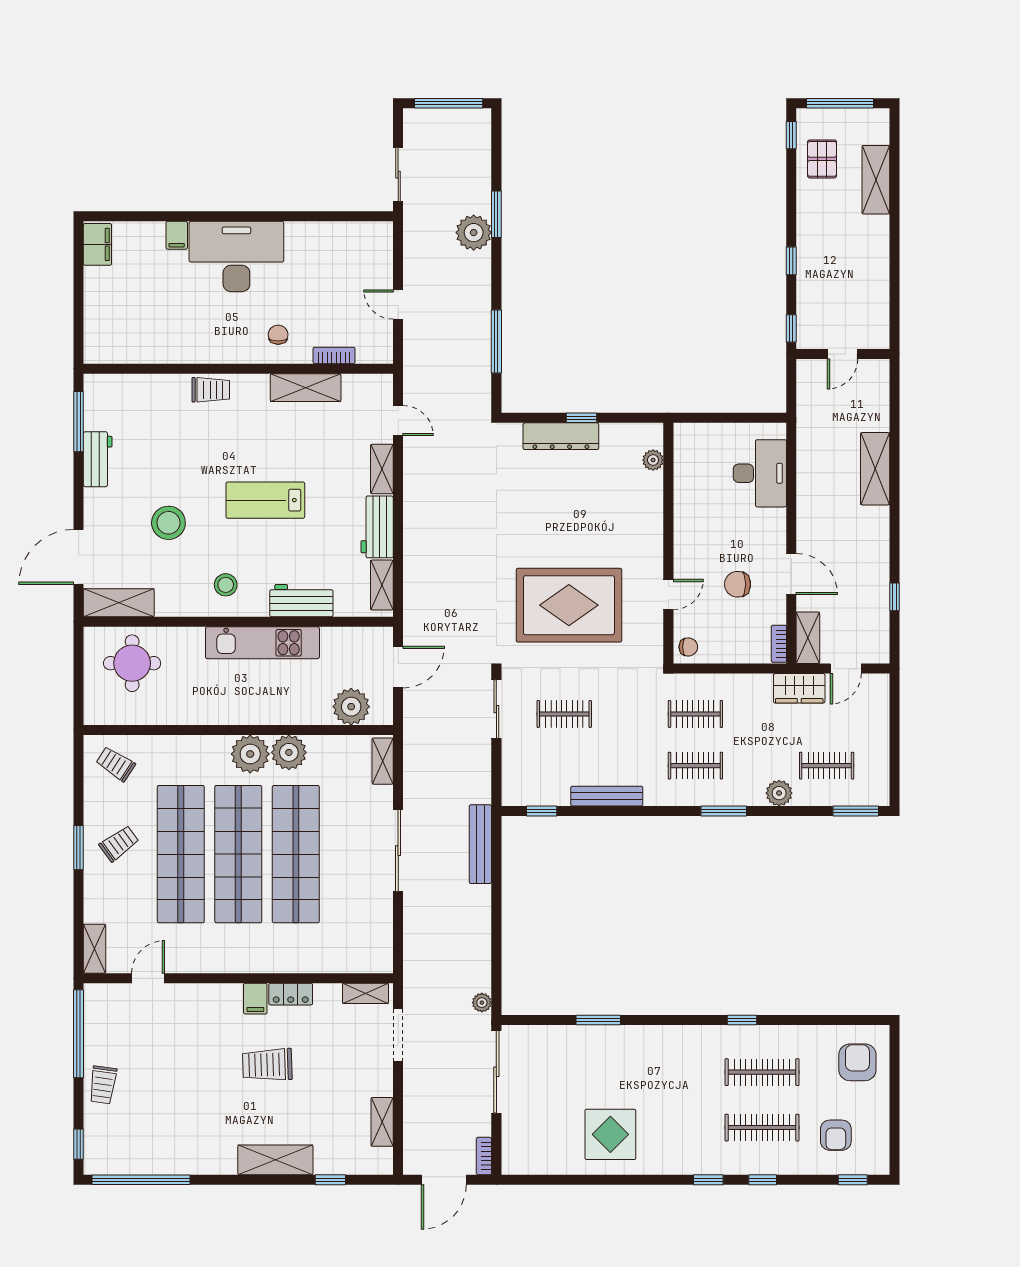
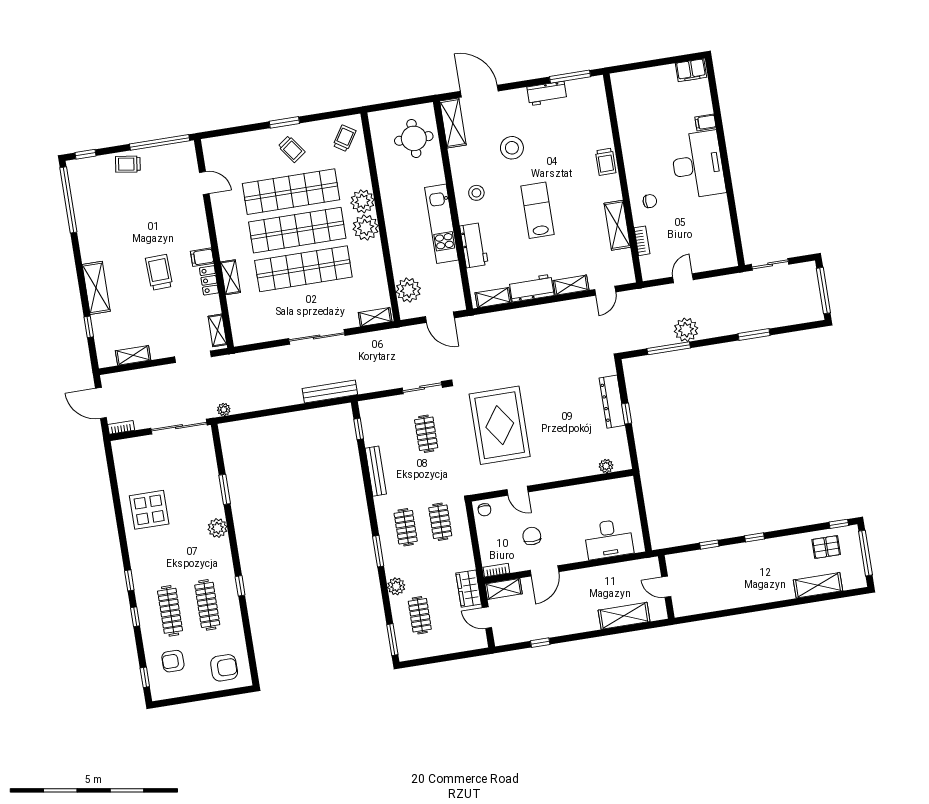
plant: (474, 233) -> (686, 330), moved
door: (842, 354) -> (666, 587), moved
wall: (843, 354) -> (666, 587), moved
plant: (289, 752) -> (363, 201), moved
shelving: (95, 949) -> (230, 277), moved, turned 90
plant: (653, 1039) -> (218, 528), added

